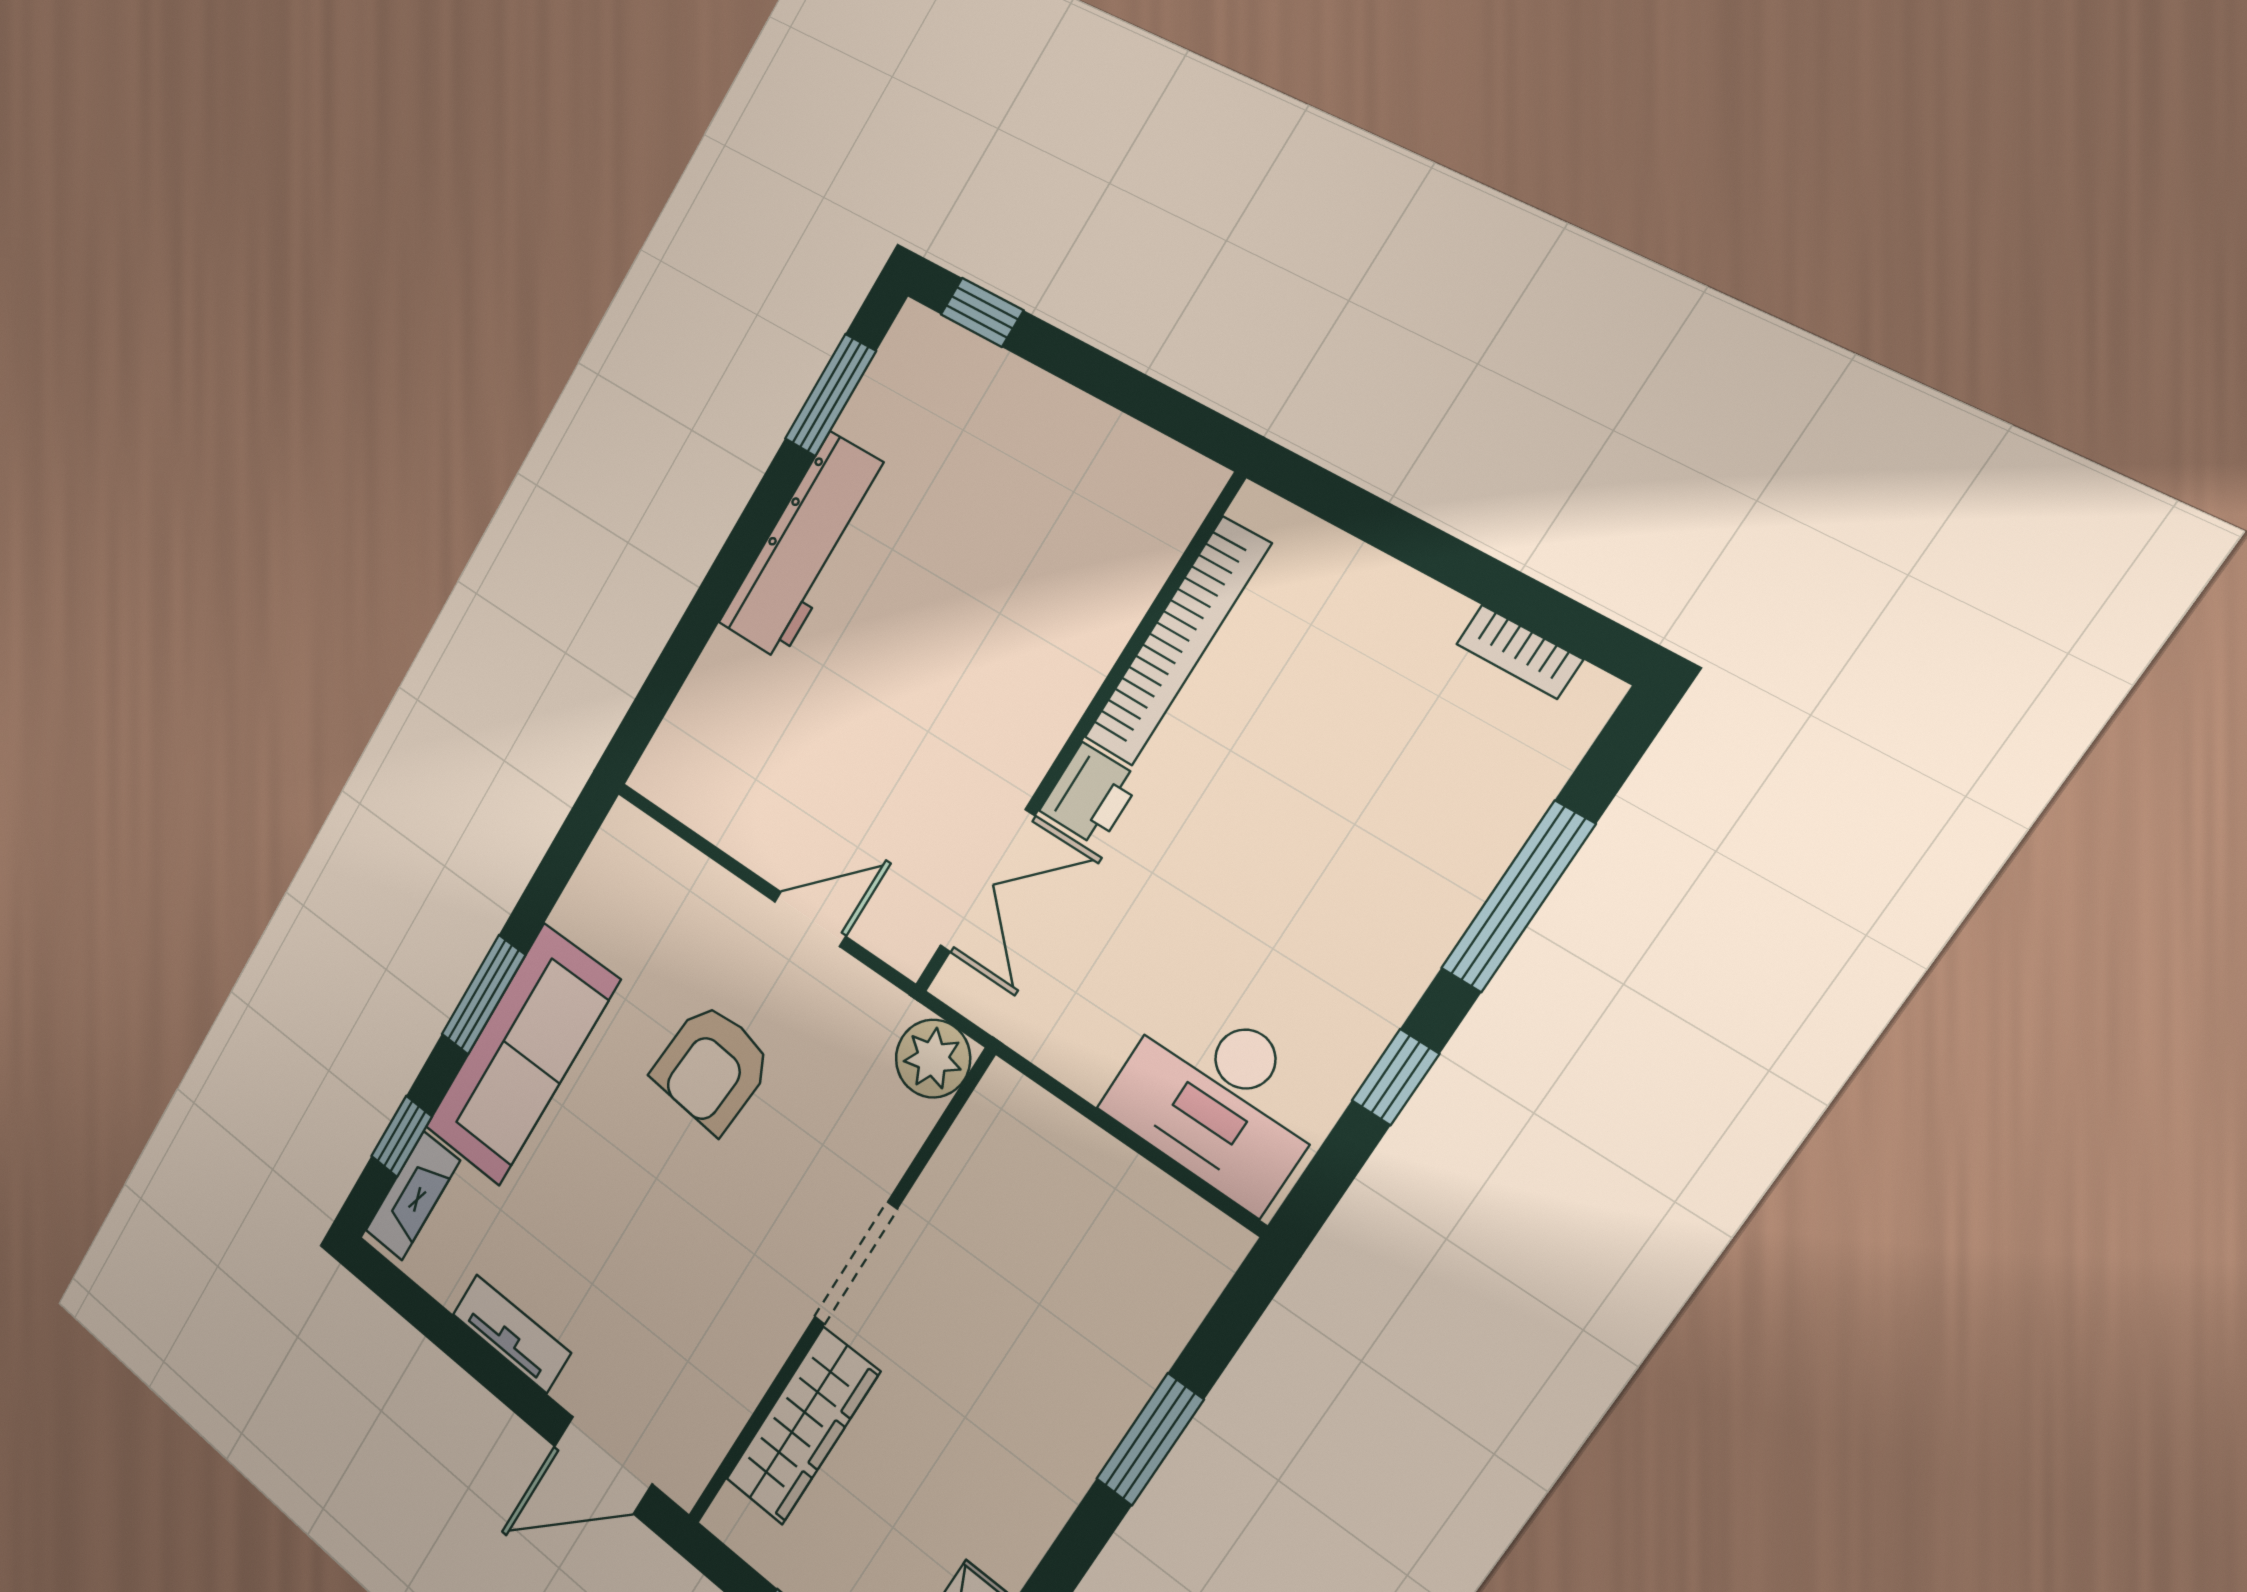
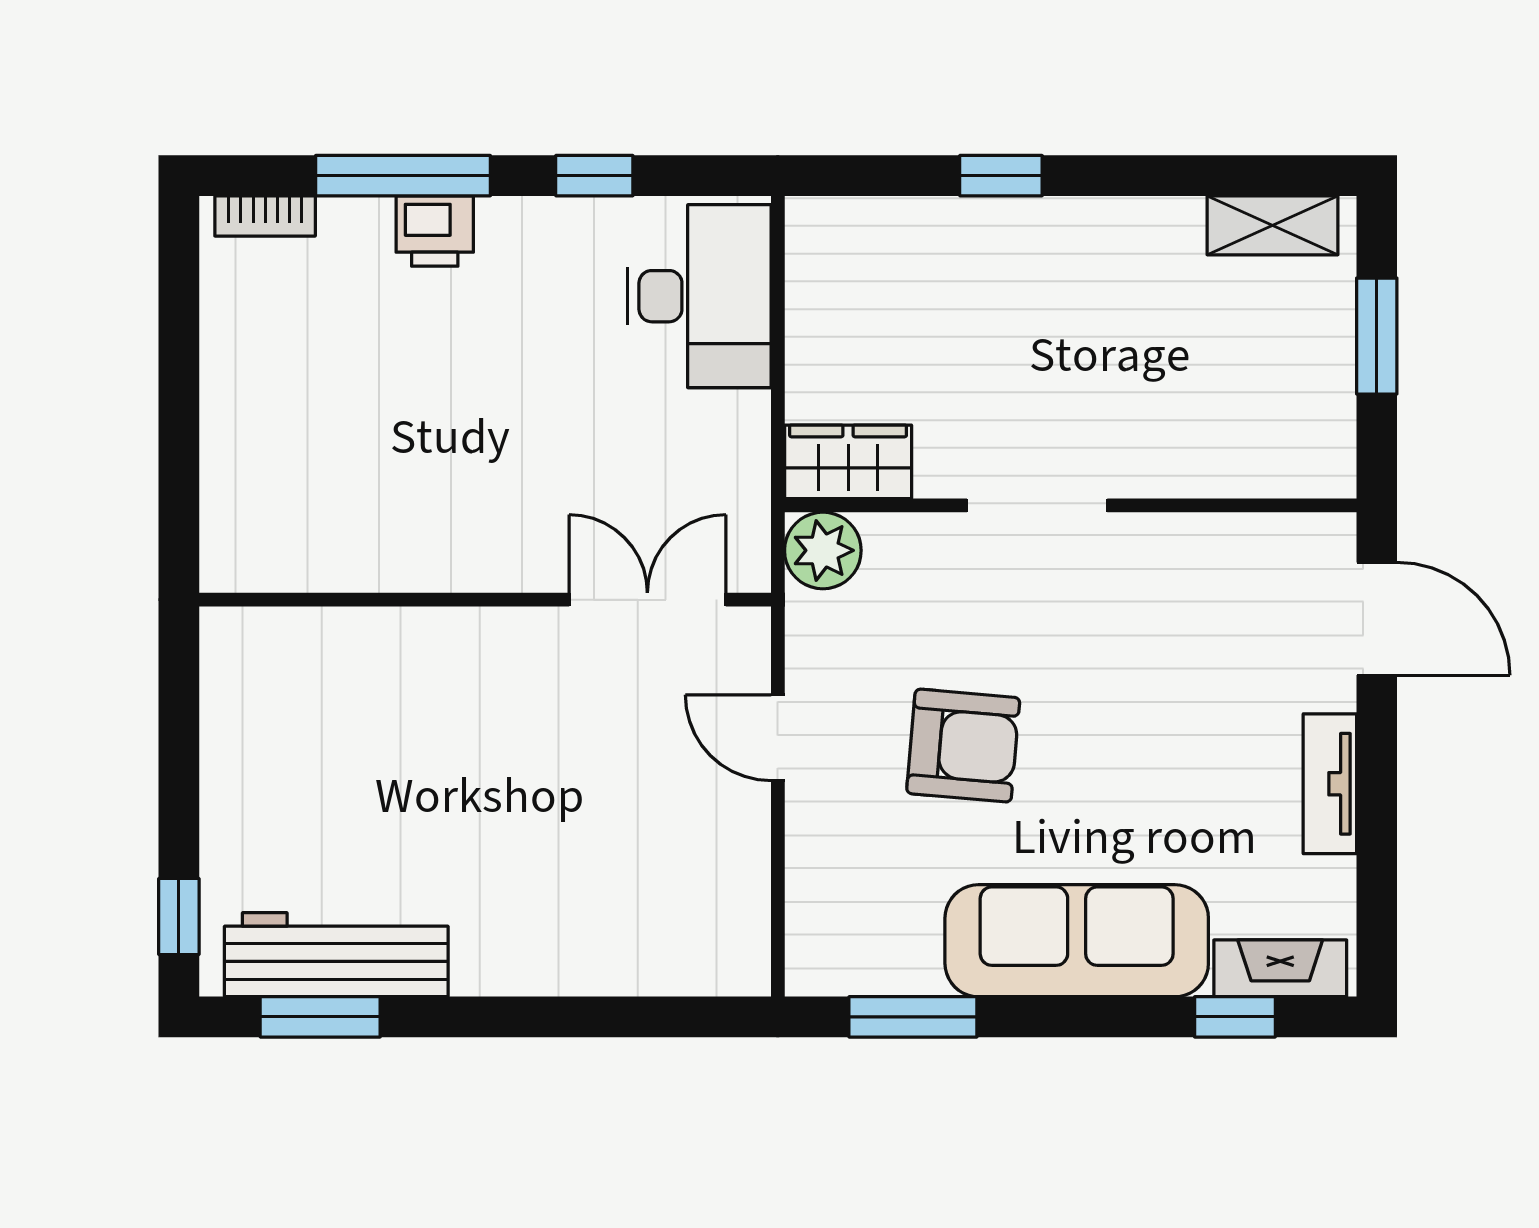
workbench: (805, 546) -> (336, 955), moved
bookcase: (1177, 642) -> (360, 566), removed
bookcase: (1519, 652) -> (265, 216), moved, turned 90
printer: (1090, 795) -> (435, 231), moved, turned 180
window: (483, 995) -> (913, 1017), moved
wardrobe: (803, 1426) -> (848, 462), moved, width x0.67
window: (1150, 1439) -> (1001, 176), width x0.67

